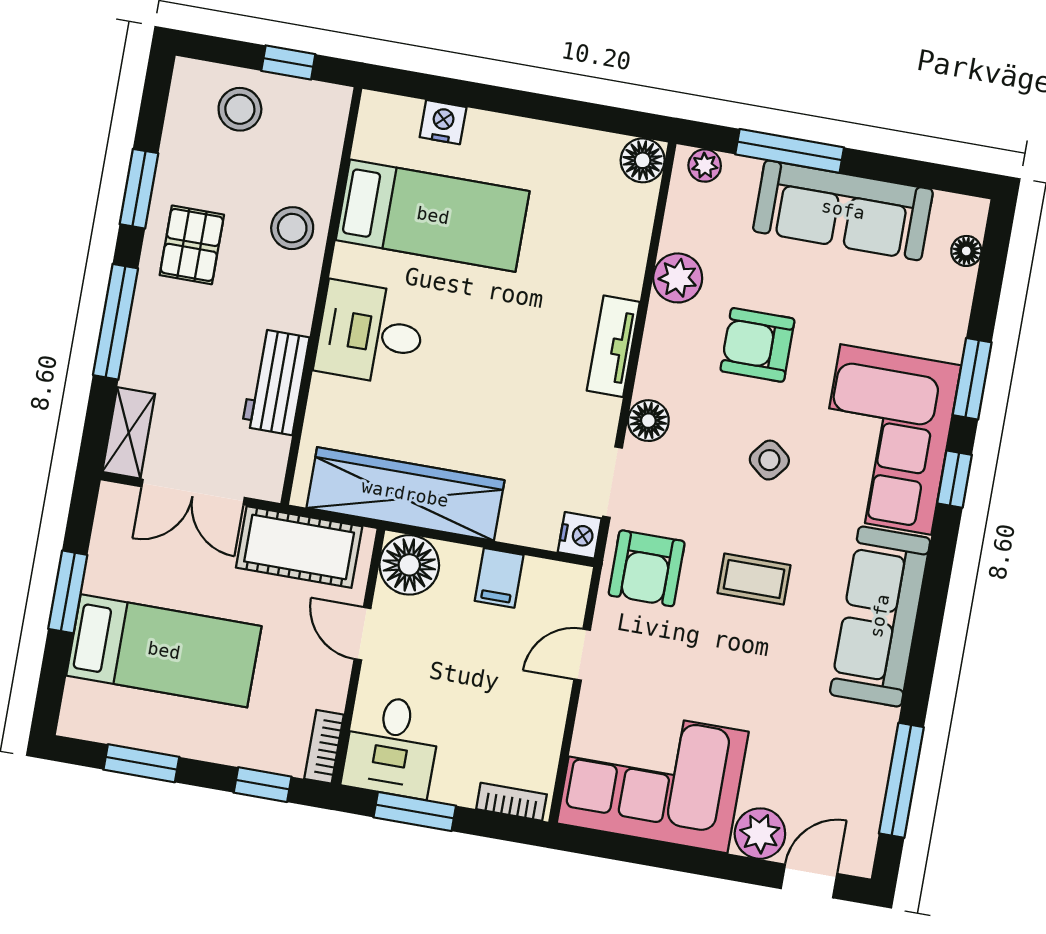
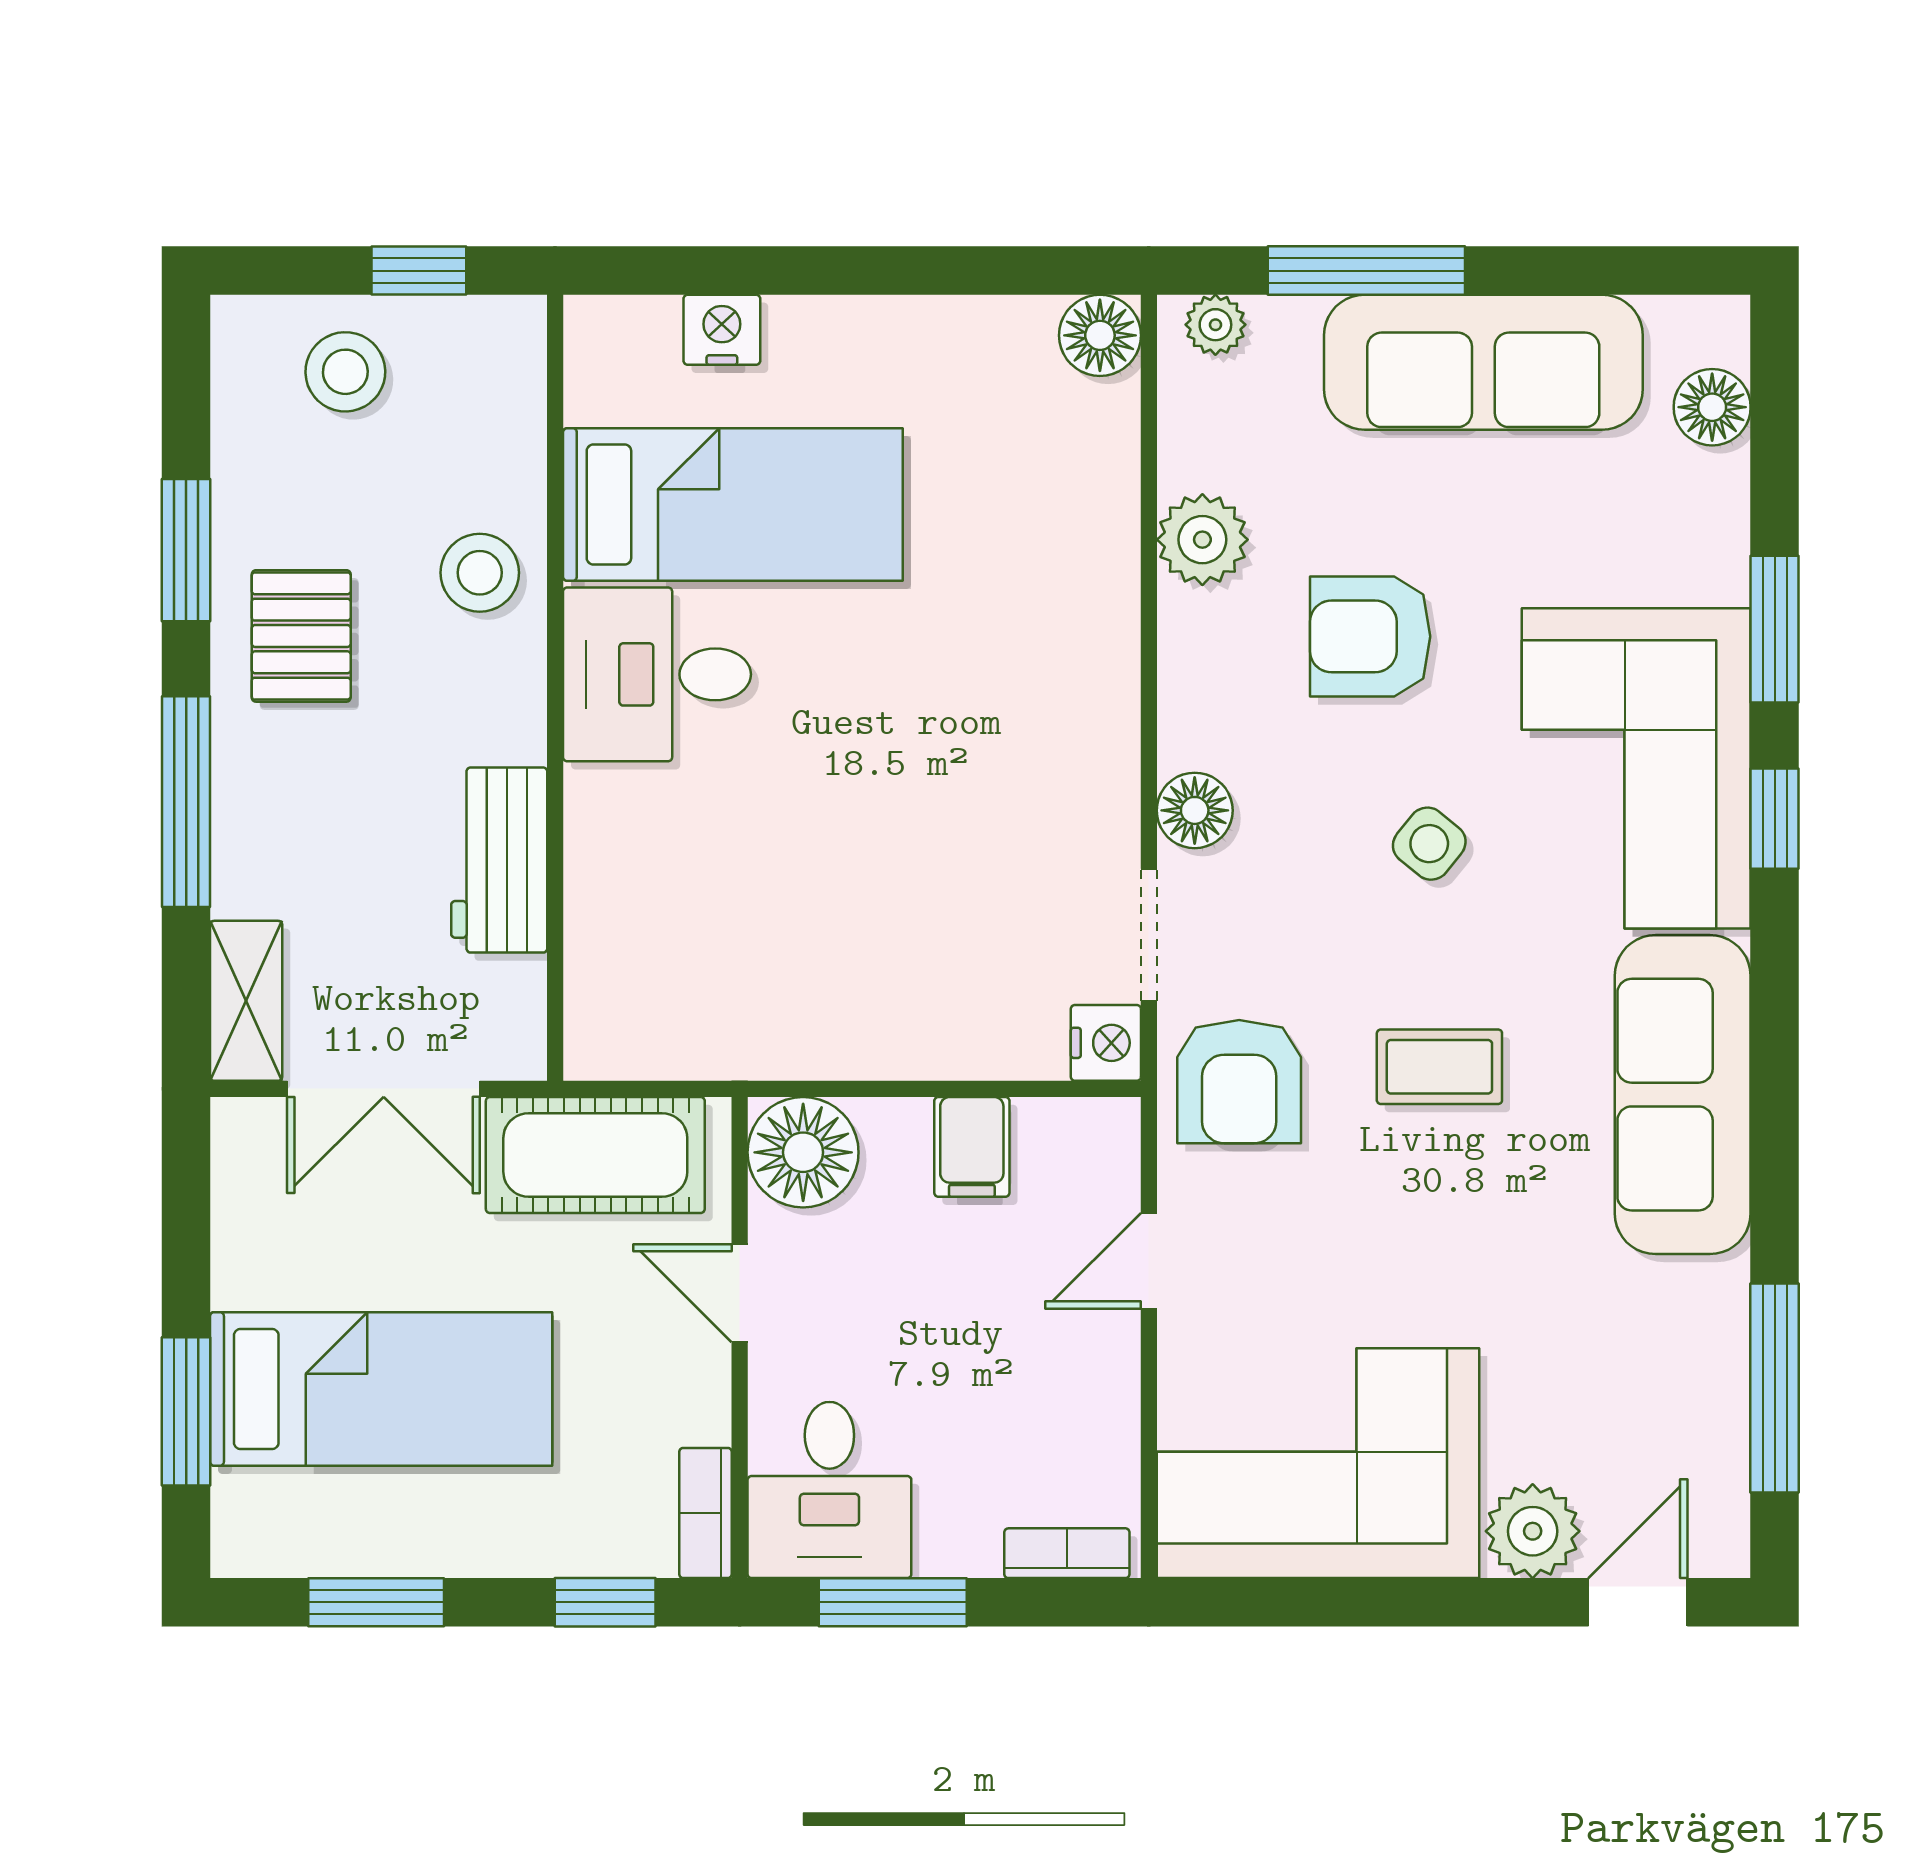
floor lamp: (966, 251) -> (1712, 407), width x1.37, depth x1.37
desk: (370, 333) -> (657, 674), moved
tv unit: (613, 346) -> (1106, 685), removed
wardrobe: (405, 494) -> (773, 1023), removed
window: (68, 592) -> (186, 1411), moved

